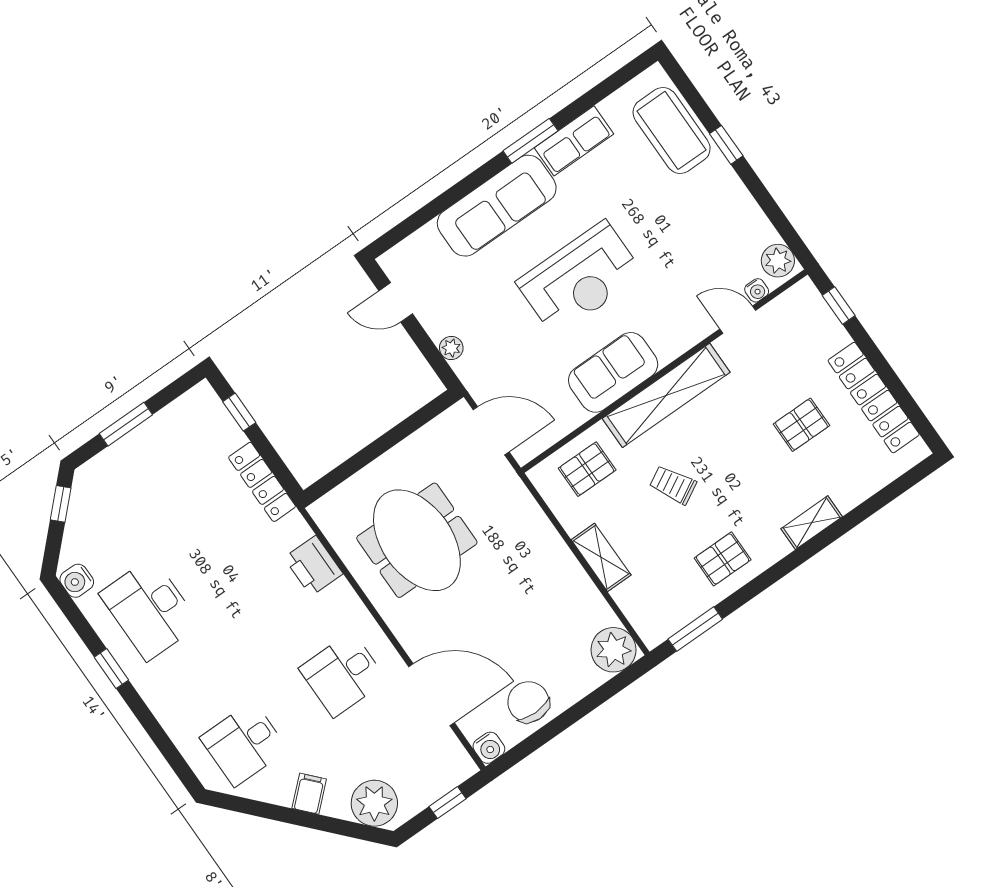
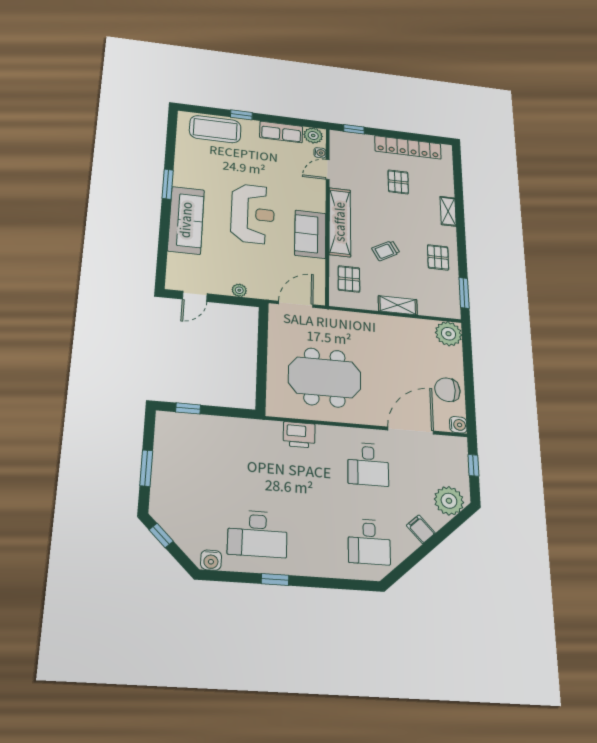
row of seats: (574, 141) -> (281, 132), moved, turned 90
locker: (262, 482) -> (234, 426), removed

